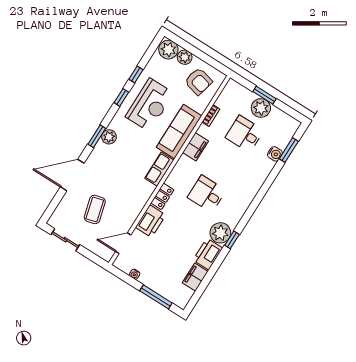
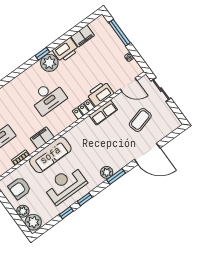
armchair: (198, 81) -> (20, 188), turned -104
row of seats: (159, 169) -> (103, 113), moved
desk: (207, 194) -> (48, 98), width x1.37
sliding door: (65, 240) -> (161, 89), moved

